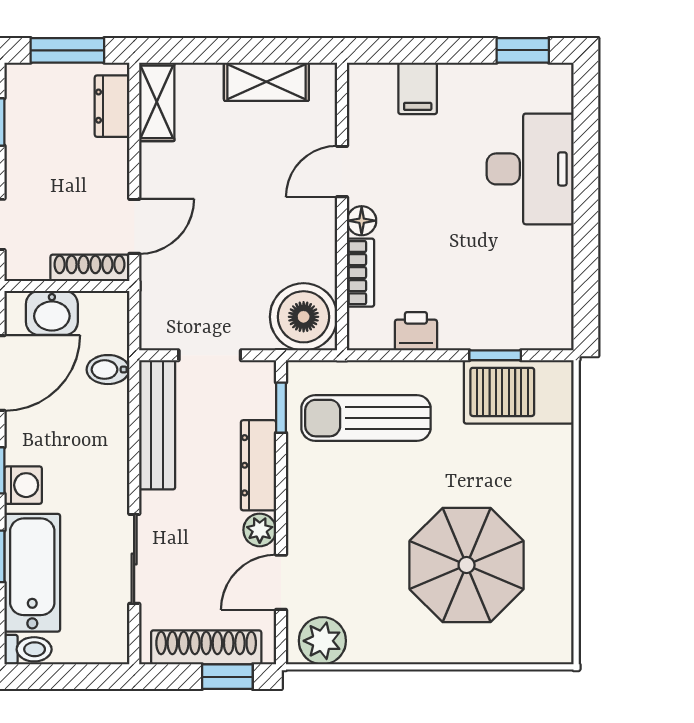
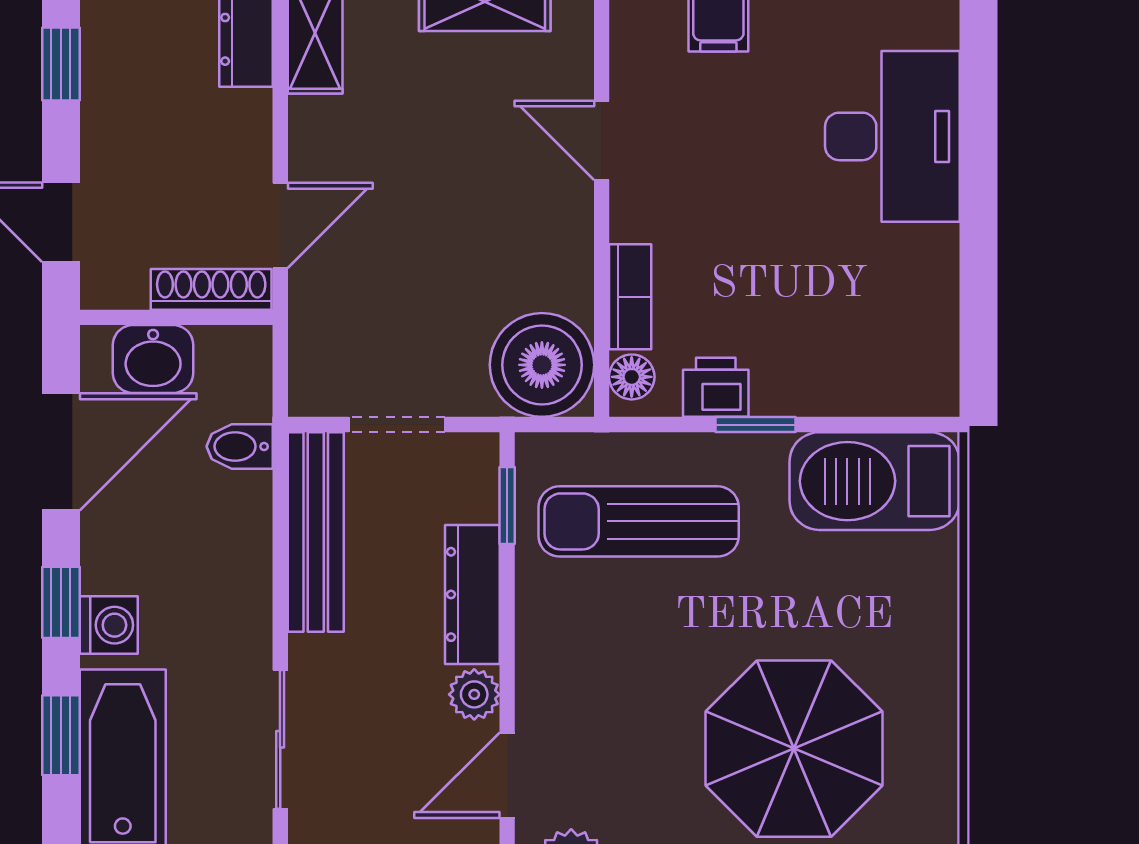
door: (342, 171) -> (602, 140), hinge flipped
floor lamp: (362, 221) -> (632, 377), moved
window: (495, 355) -> (755, 425), moved

